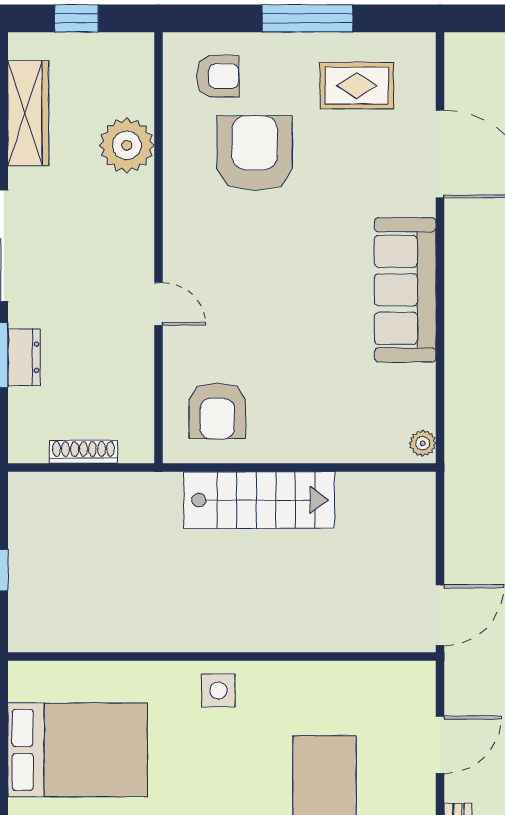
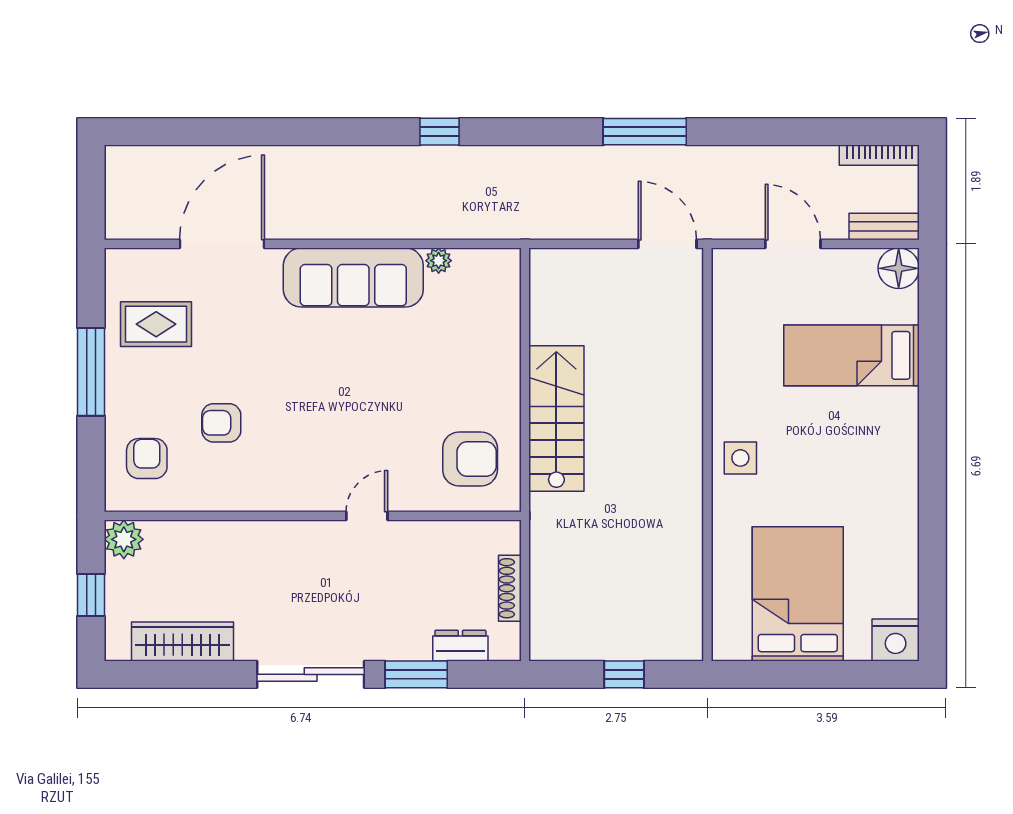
rug: (357, 86) -> (156, 324), turned 90
plant: (127, 145) -> (124, 539), moved, width x0.73, depth x0.73
armchair: (255, 153) -> (221, 423), width x0.53, depth x0.53
dresser: (24, 357) -> (460, 646), moved
plant: (423, 443) -> (439, 261), moved

